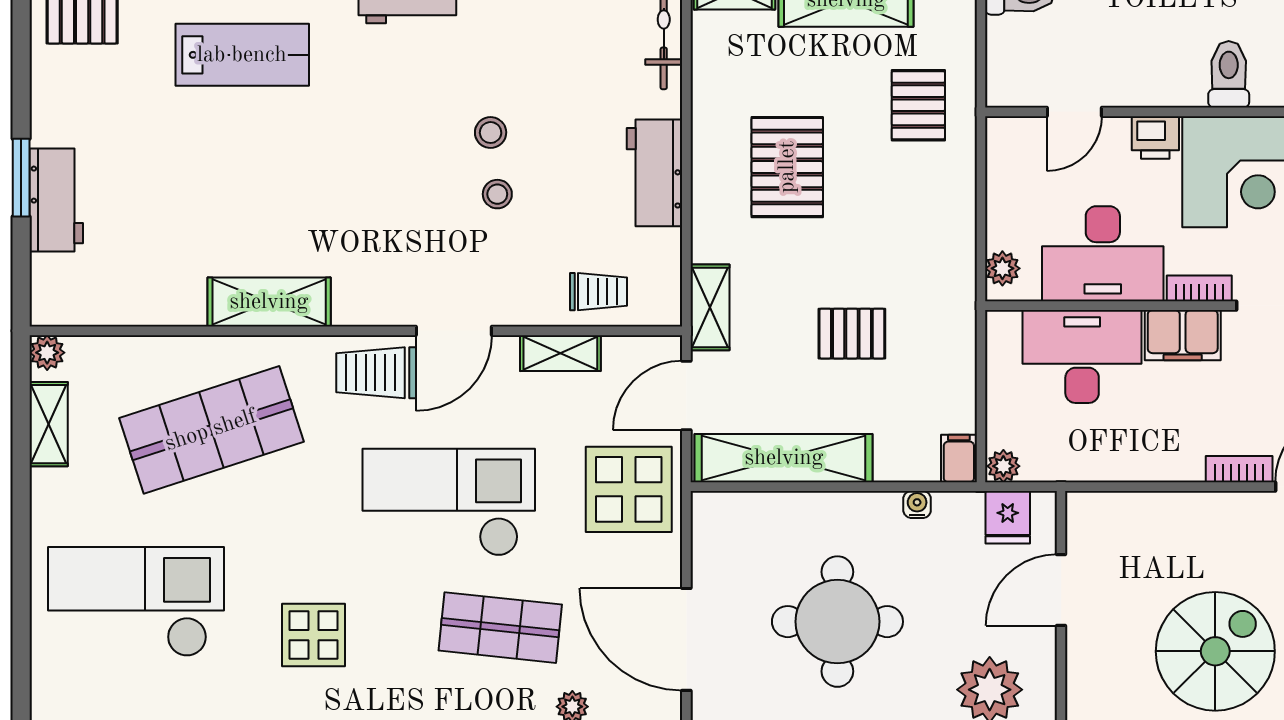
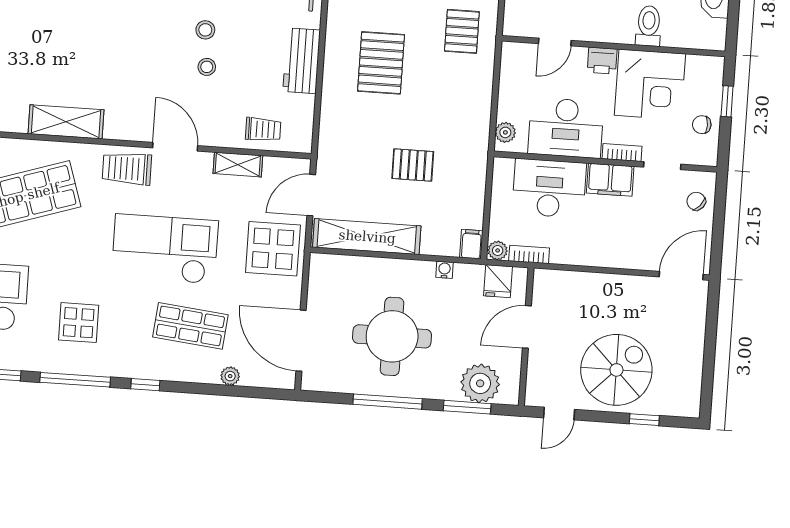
shelving: (710, 307) -> (329, 143), removed
door: (454, 331) -> (175, 147), swing flipped
bookcase: (1239, 469) -> (529, 254), moved

